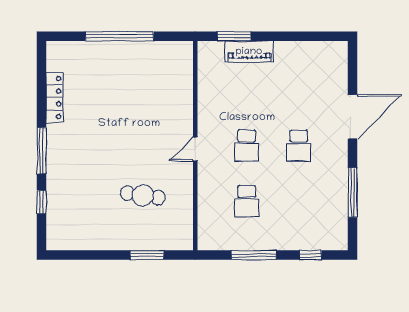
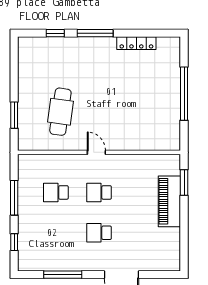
piano: (249, 52) -> (169, 201), width x1.37, depth x1.33
cafe table: (143, 195) -> (60, 112), width x1.37, depth x1.35

